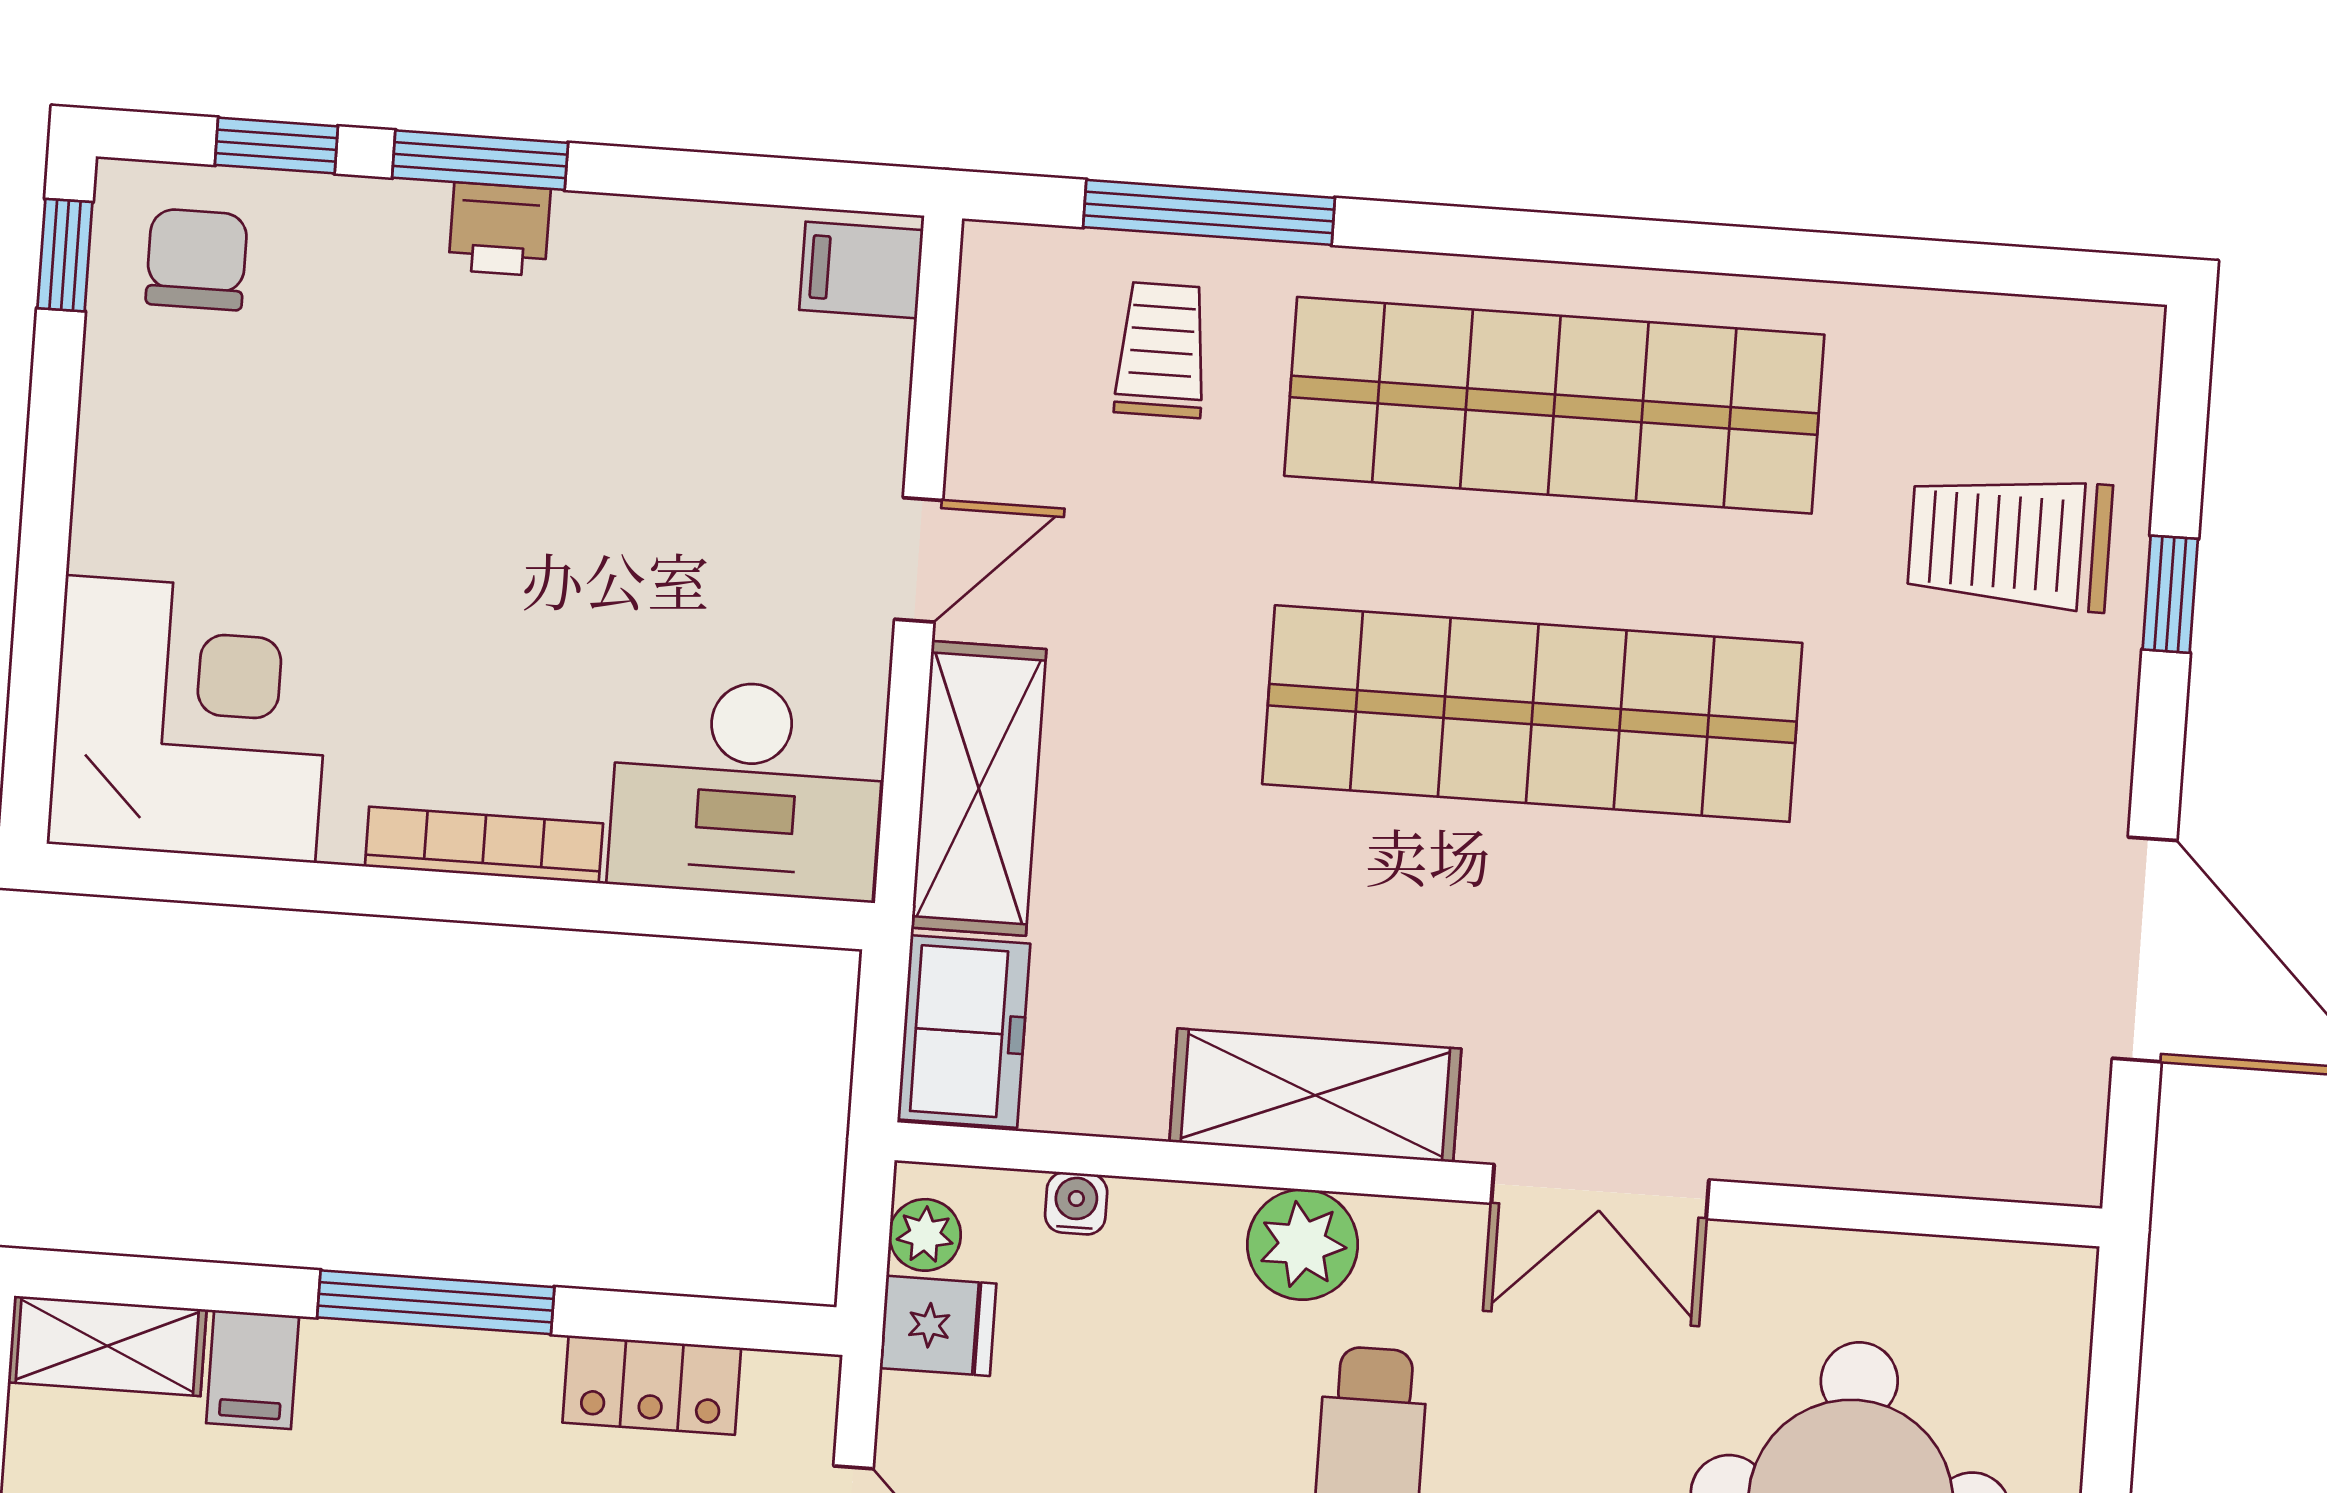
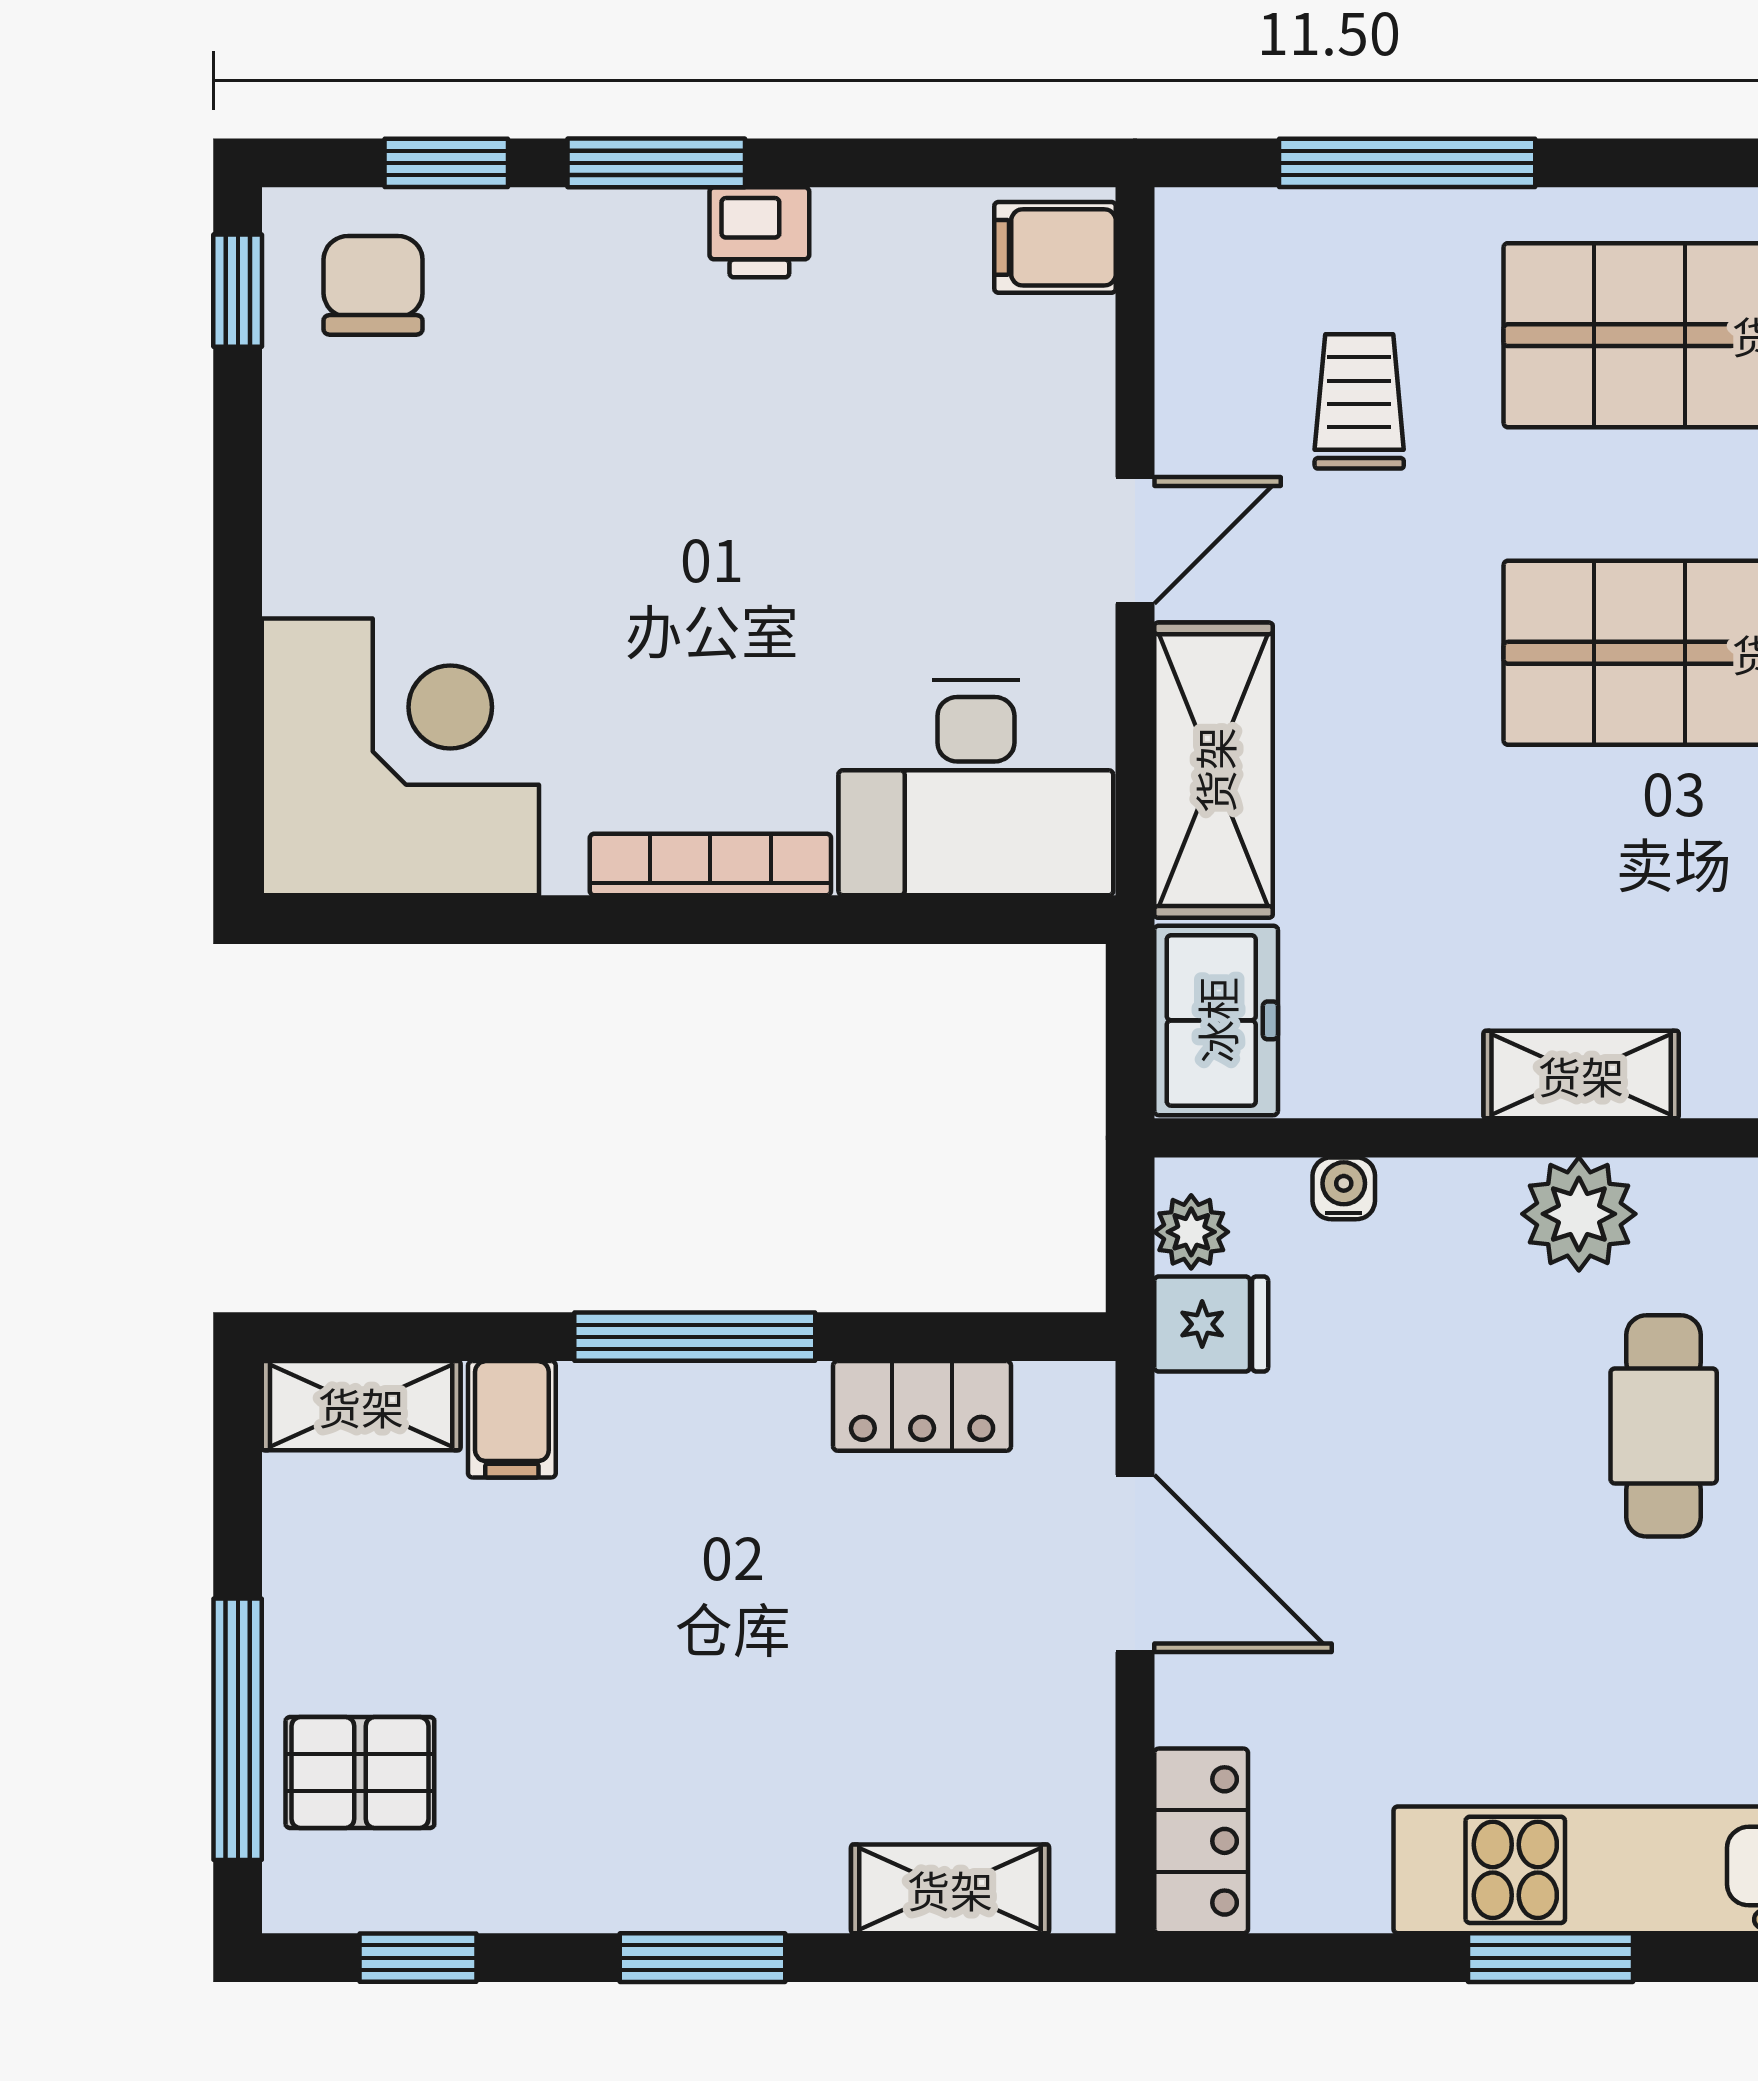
printer: (499, 229) -> (759, 232), moved
trolley: (1162, 350) -> (1359, 401), moved
shelving: (1315, 1095) -> (1581, 1075), width x0.67, depth x0.75

